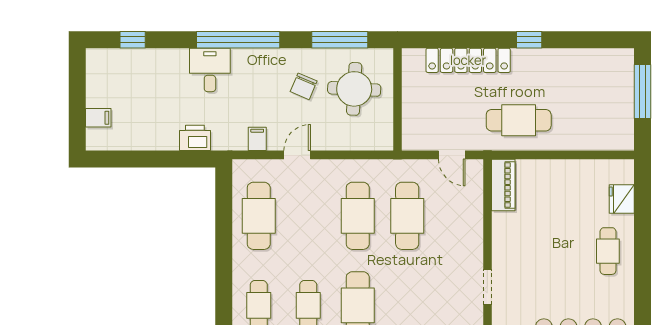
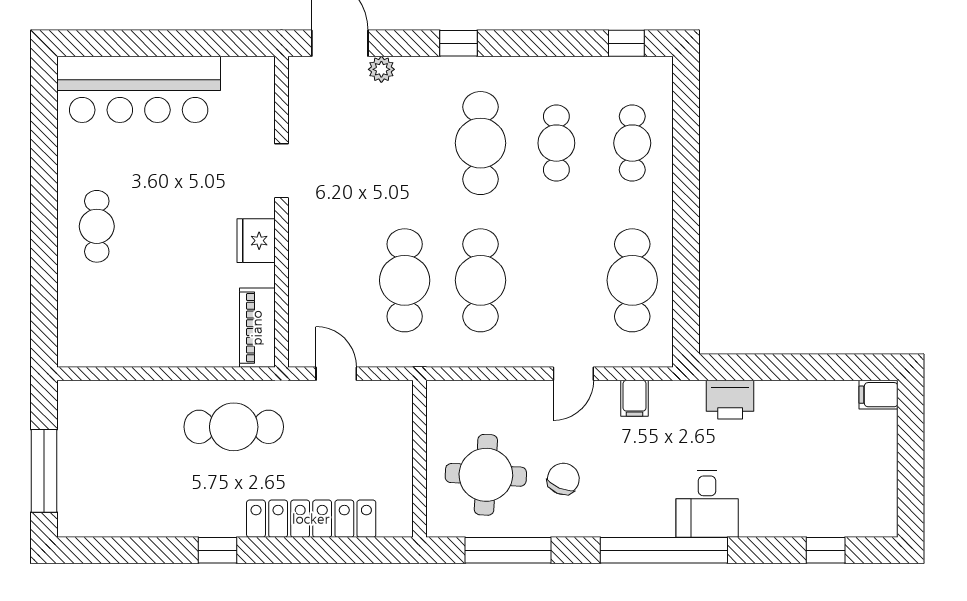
filing cabinet: (98, 118) -> (878, 395), moved
fridge: (622, 199) -> (256, 241), moved, turned 180

